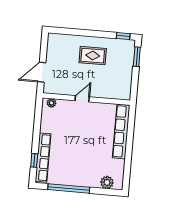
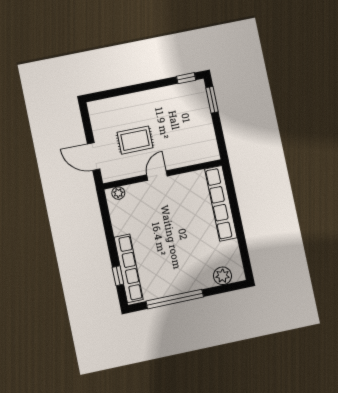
rug: (93, 56) -> (135, 140), moved
door: (42, 72) -> (94, 157), hinge flipped

